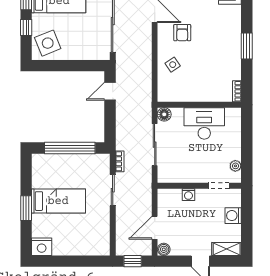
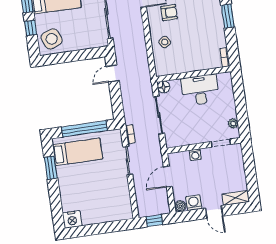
armchair: (182, 33) -> (169, 13), turned -90
bed: (58, 201) -> (78, 152), moved
window: (26, 208) -> (51, 168), moved
washing machine: (233, 216) -> (194, 203), moved, turned 90
door: (155, 228) -> (168, 177), moved

